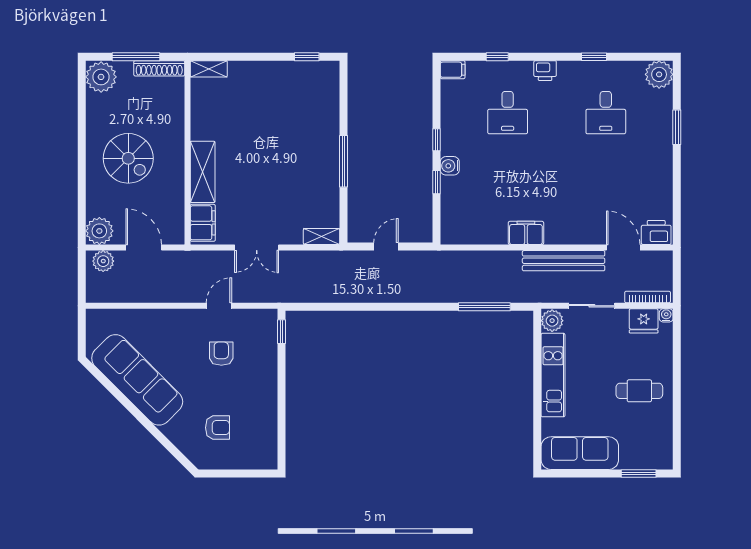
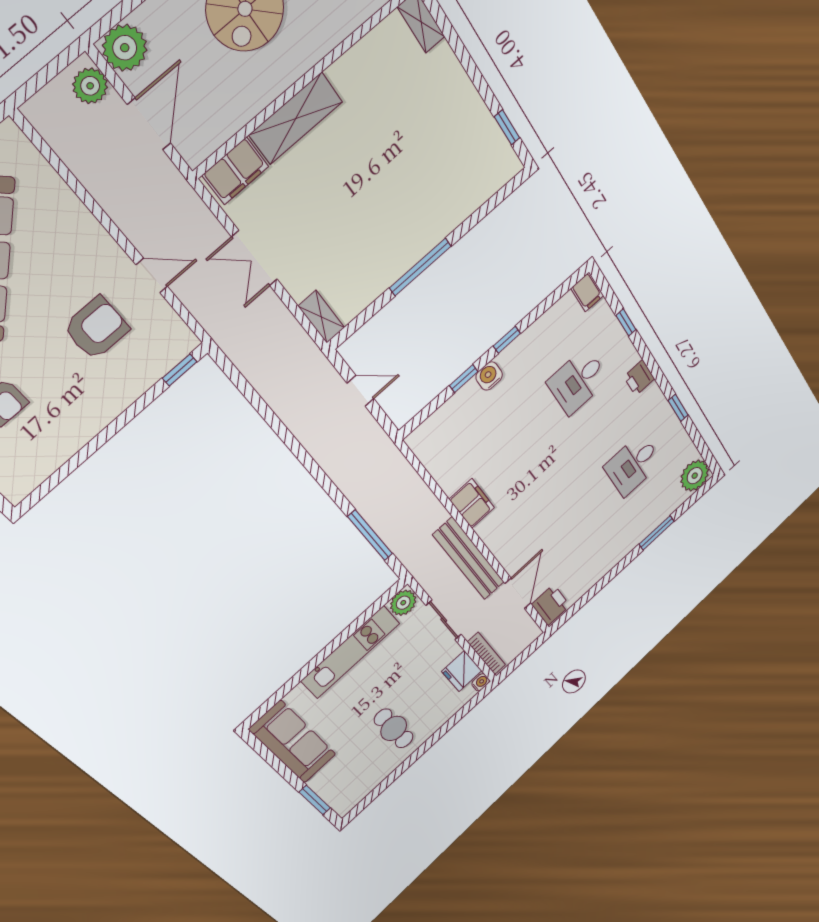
armchair: (221, 354) -> (96, 328), width x1.38, depth x1.38

